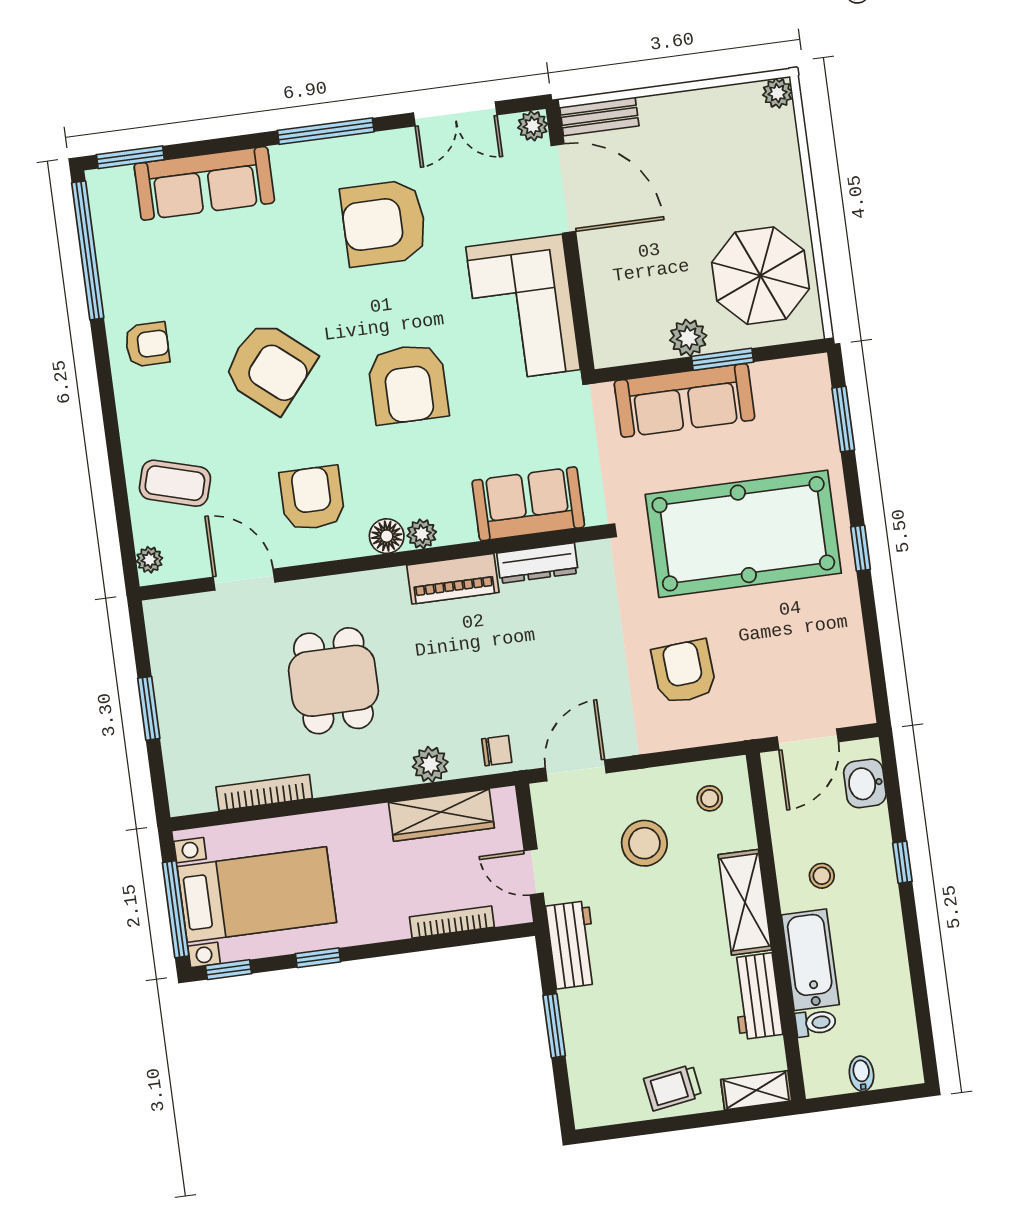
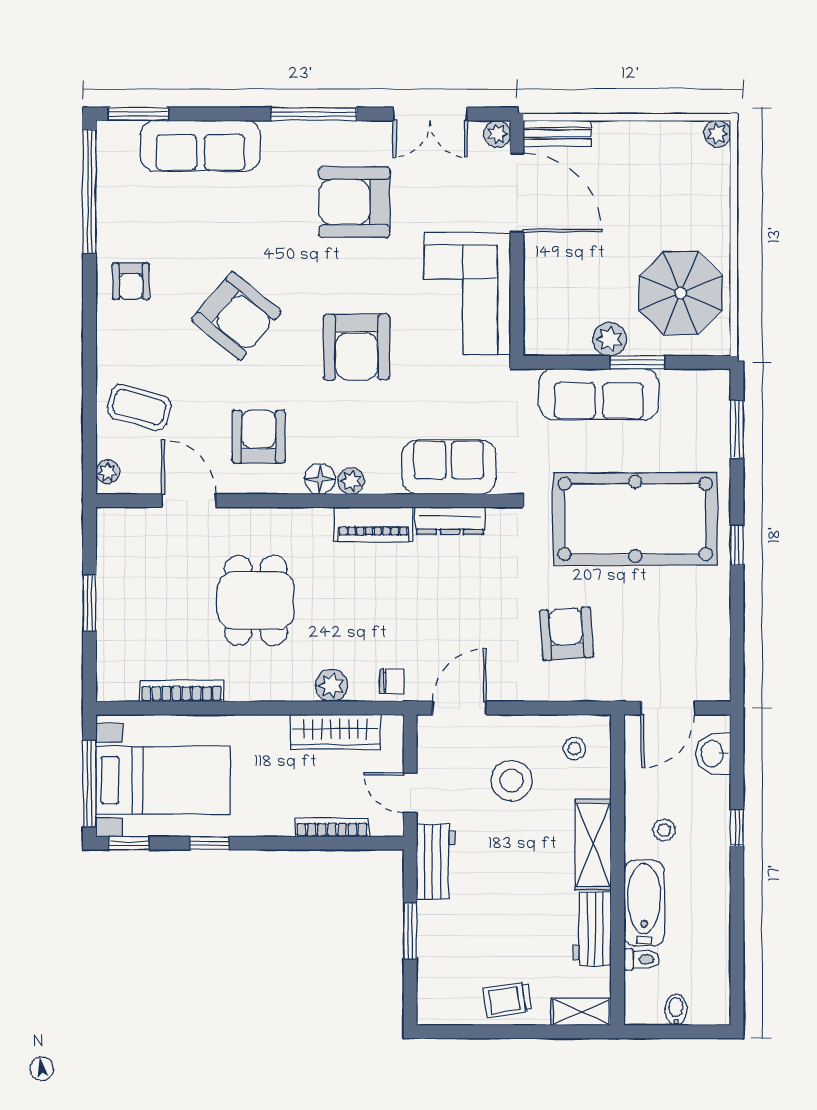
armchair: (147, 344) -> (131, 281), turned 90

